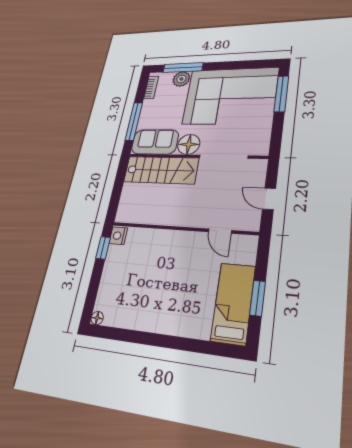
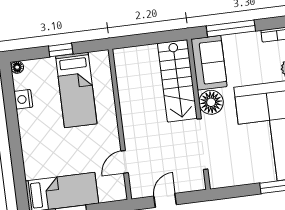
nightstand: (118, 236) -> (23, 99), moved, turned -90
window: (103, 248) -> (61, 50), moved
bed: (138, 264) -> (76, 90), added

